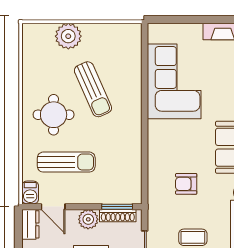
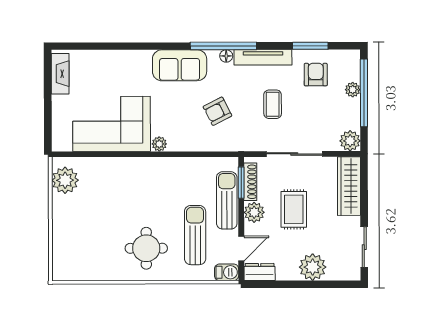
plant: (68, 36) -> (65, 180), moved
sun lounger: (93, 89) -> (227, 200), moved, turned -66
plant: (155, 127) -> (159, 144), added
armchair: (186, 184) -> (217, 111), turned 63

